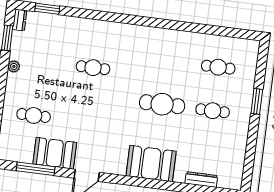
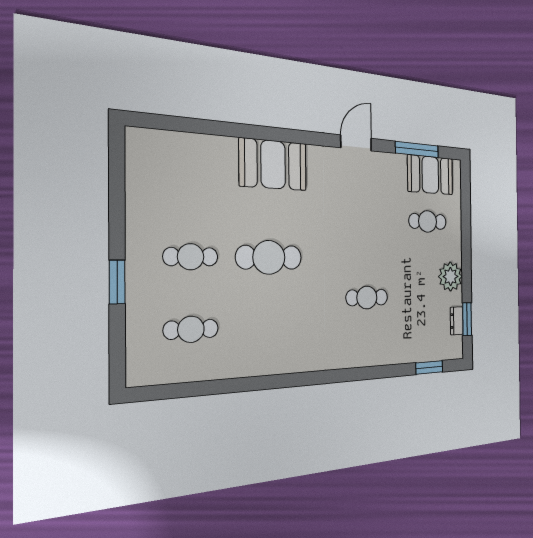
dresser: (20, 20) -> (457, 321), moved
plant: (14, 66) -> (450, 277), width x1.87, depth x1.87
booth: (55, 153) -> (430, 175), moved
dresser: (201, 180) -> (194, 142), removed

